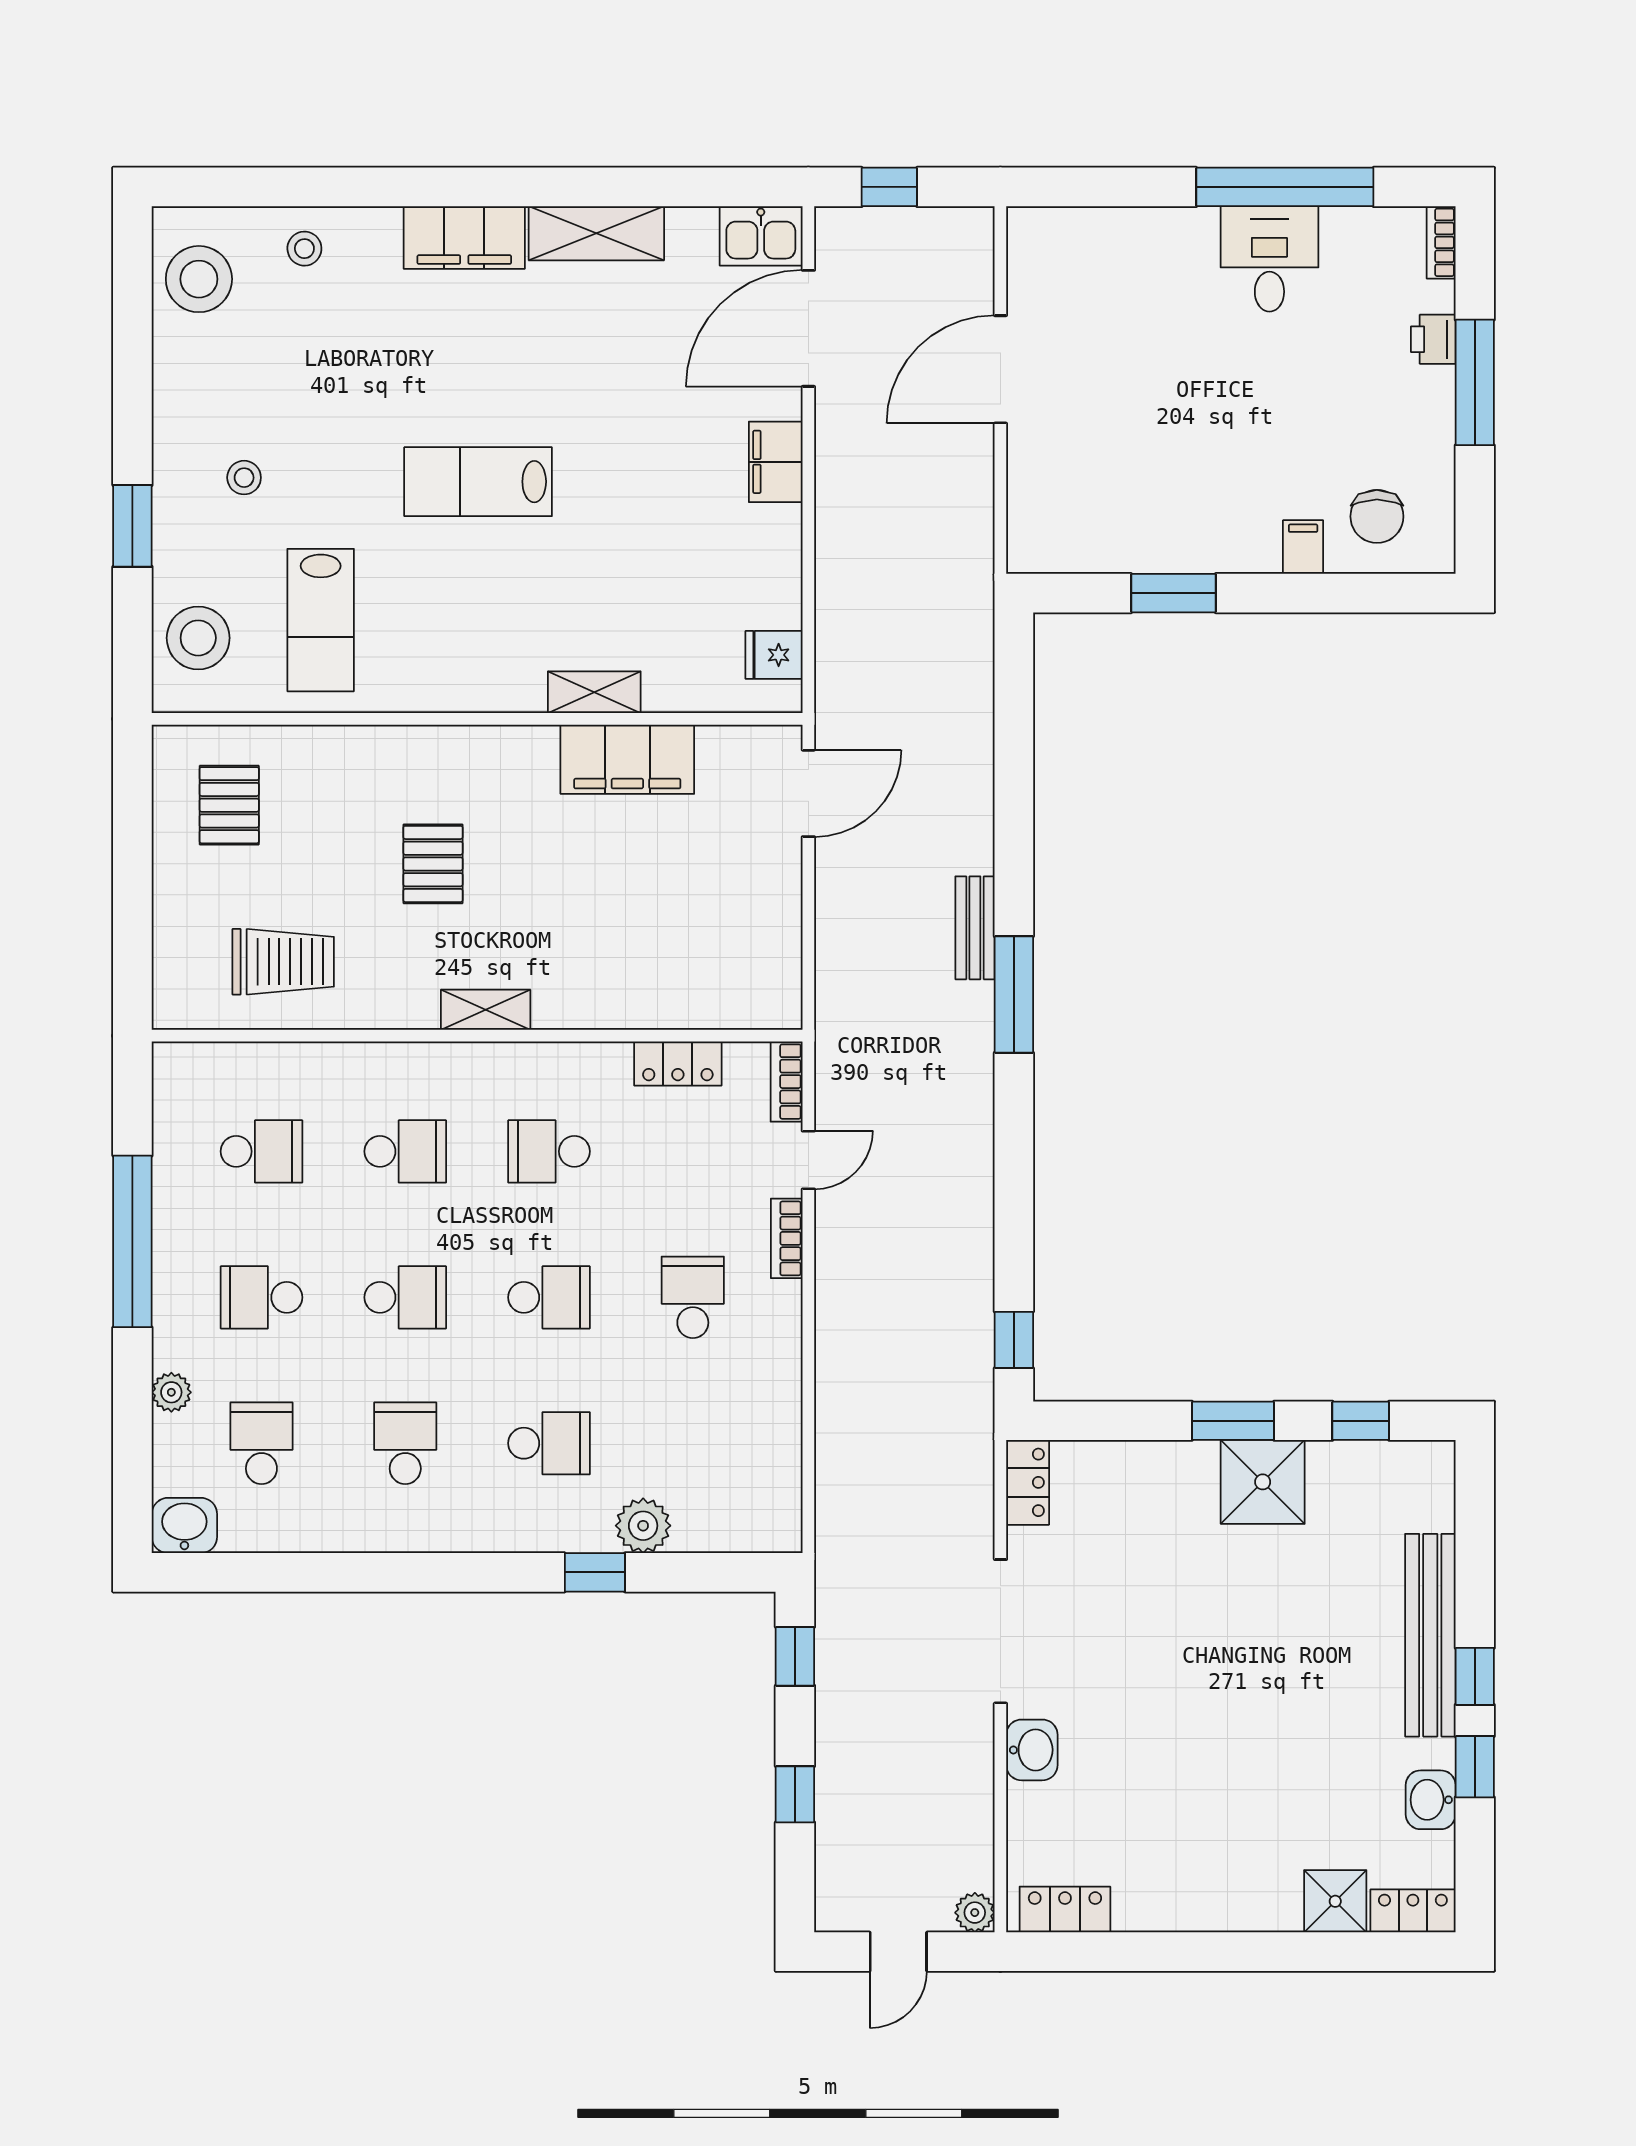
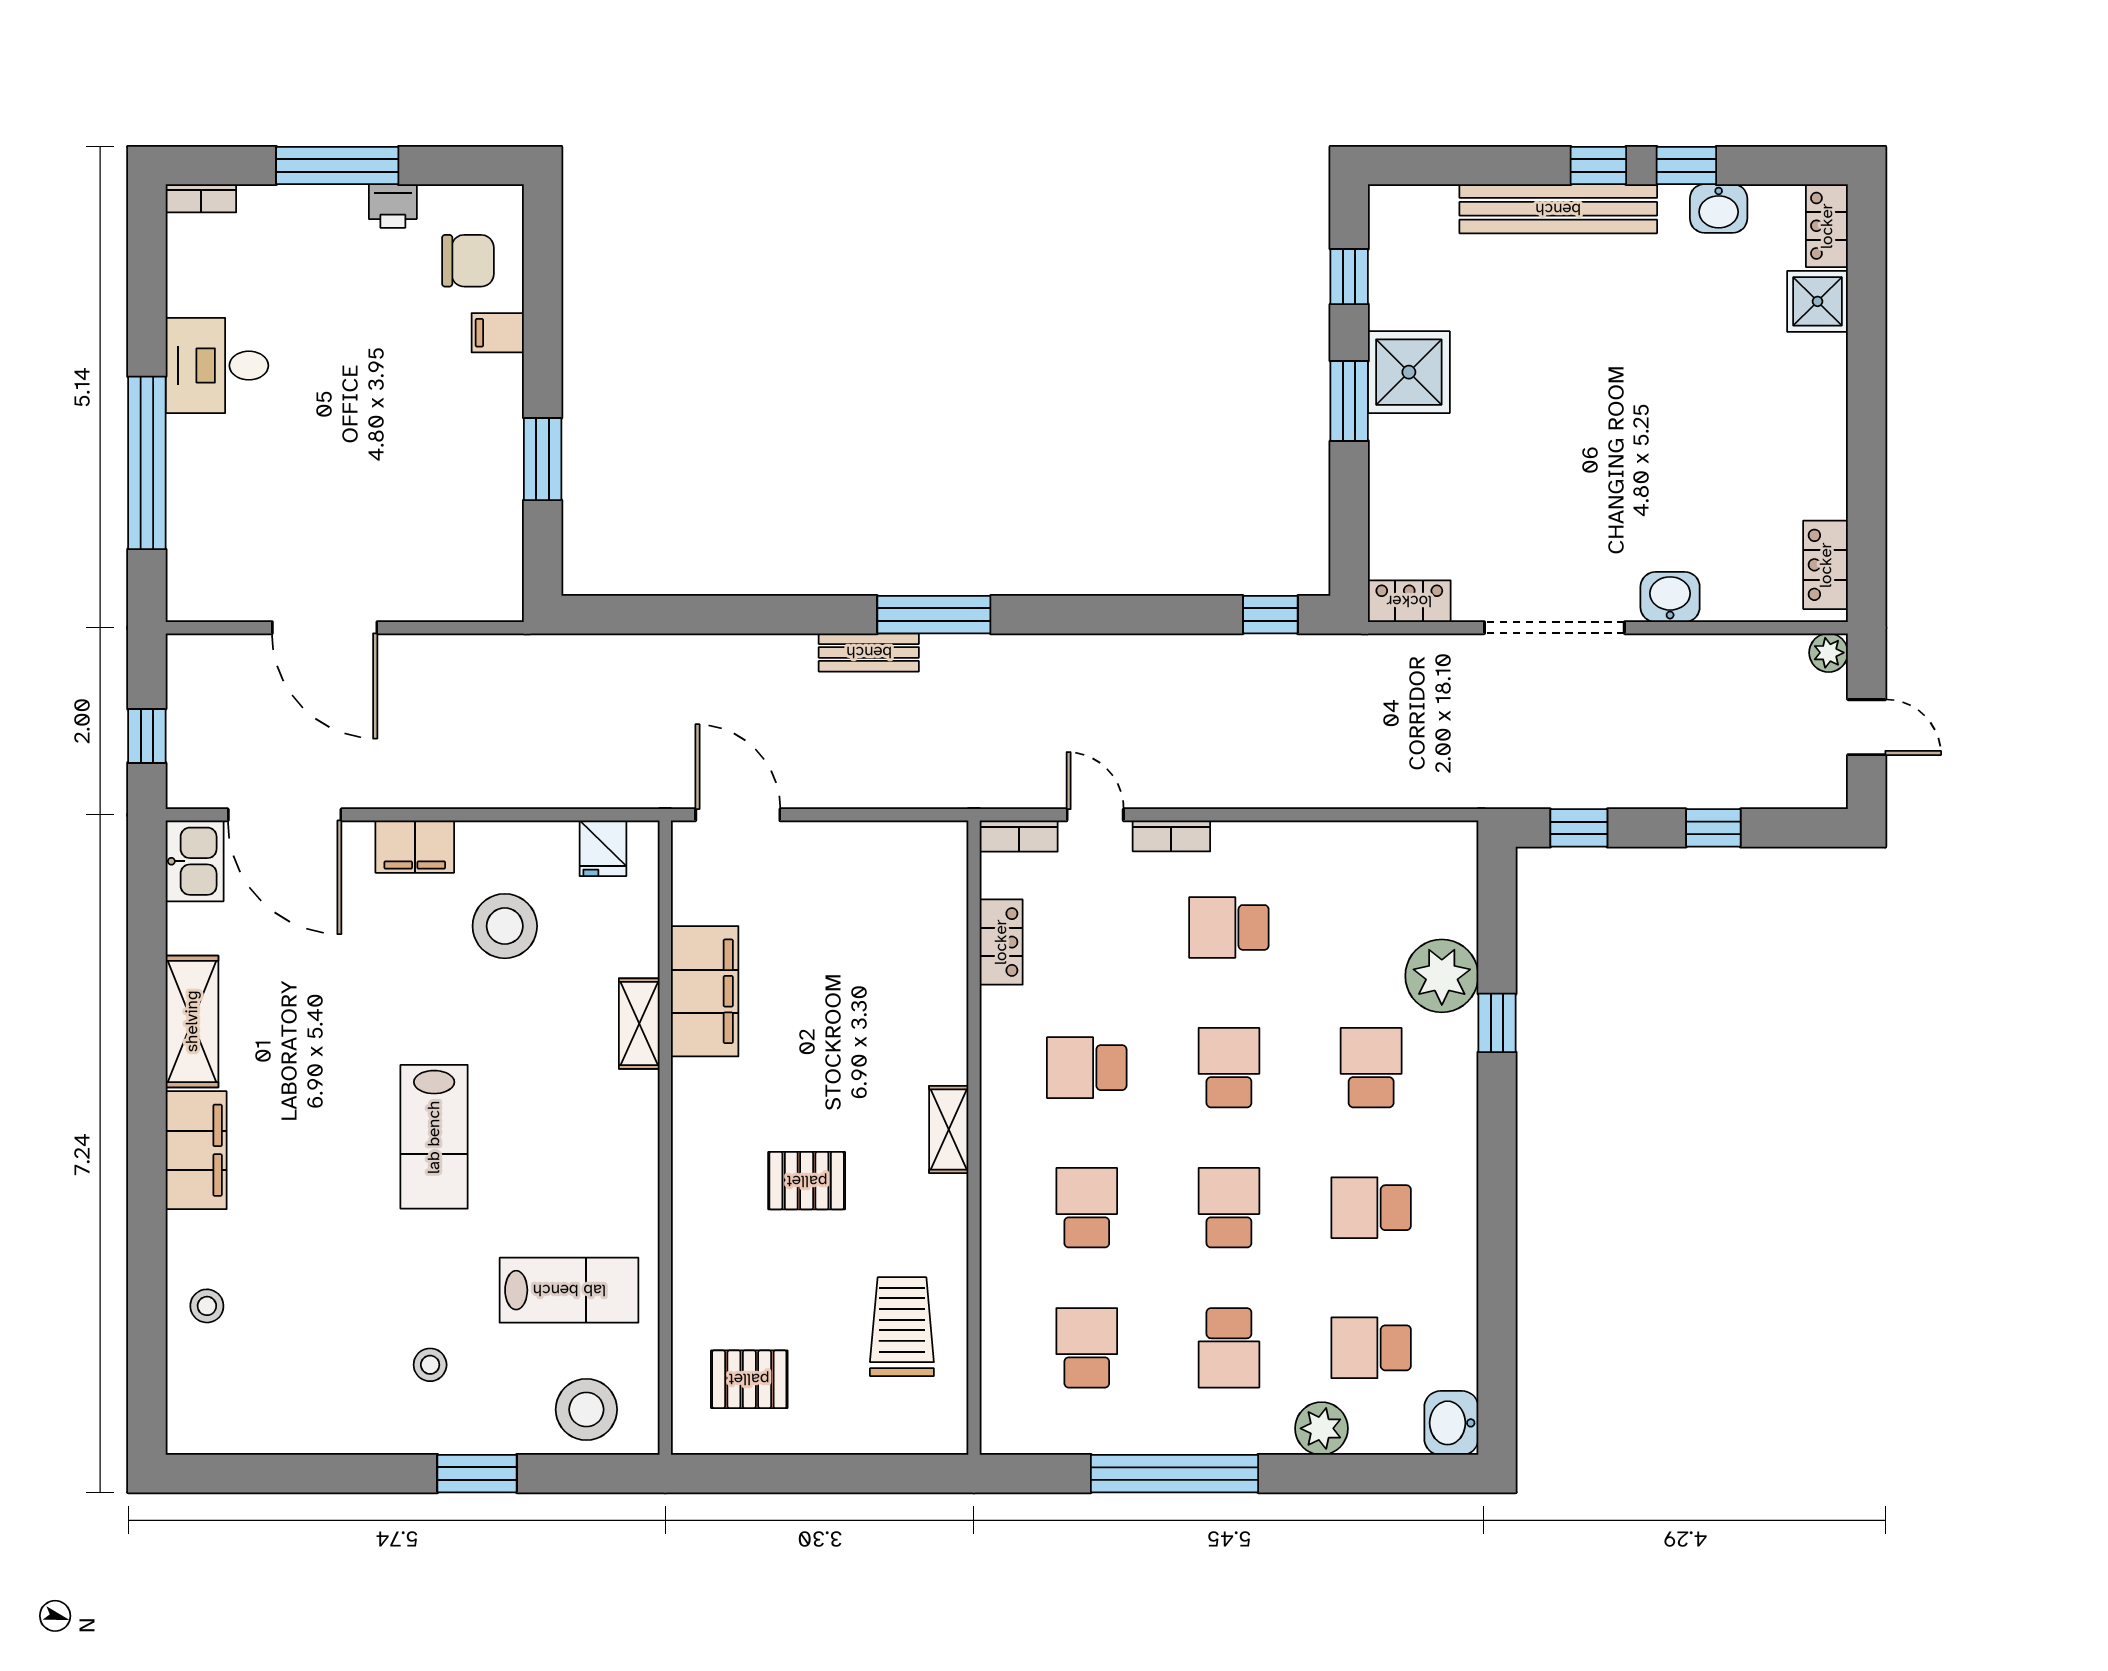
window: (1285, 187) -> (147, 463), moved
stool: (199, 279) -> (505, 926), moved
printer: (1433, 339) -> (393, 206), moved
school desk: (549, 1151) -> (1087, 1068), turned 90
plant: (171, 1392) -> (1321, 1428), width x1.38, depth x1.38
plant: (643, 1526) -> (1442, 976), width x1.36, depth x1.36

